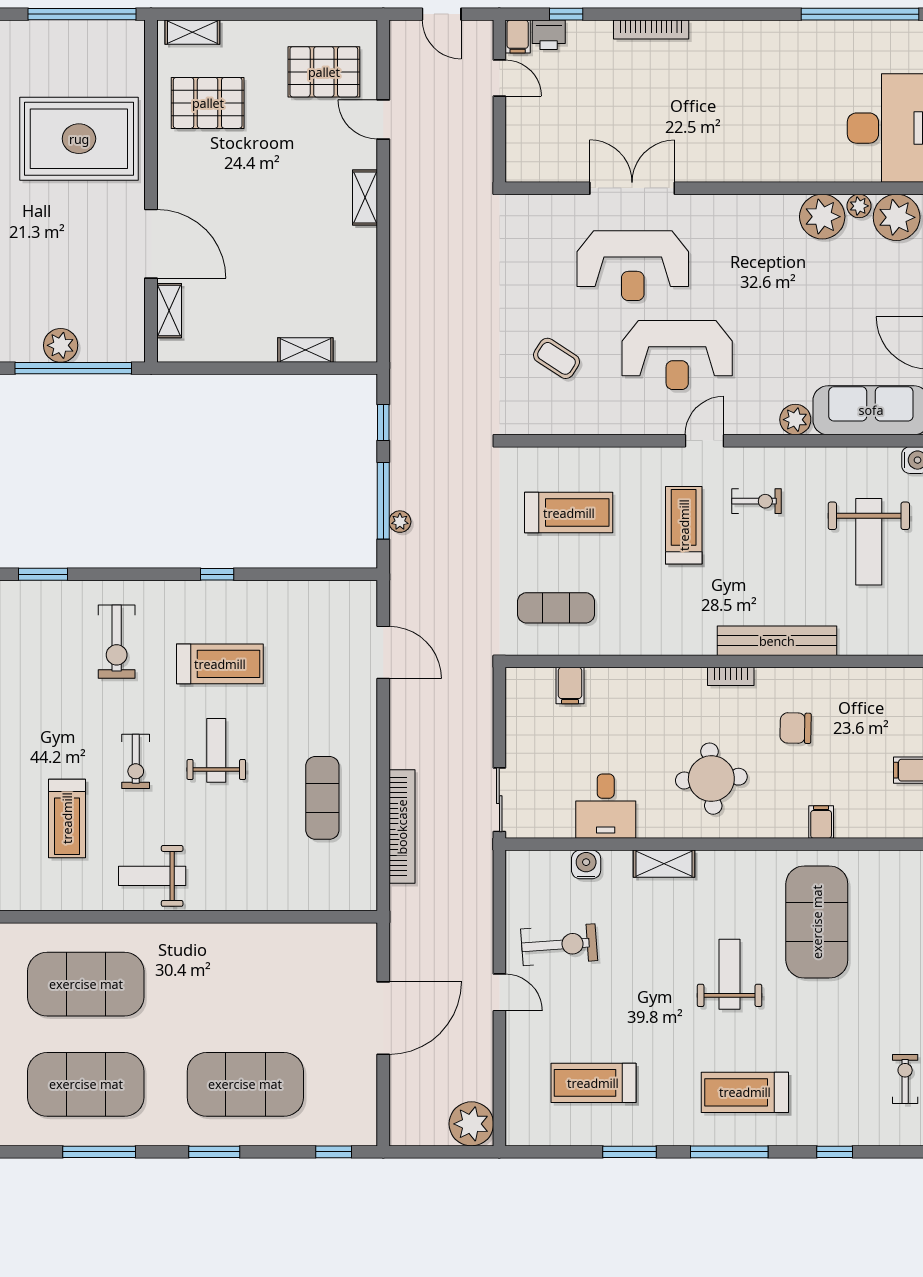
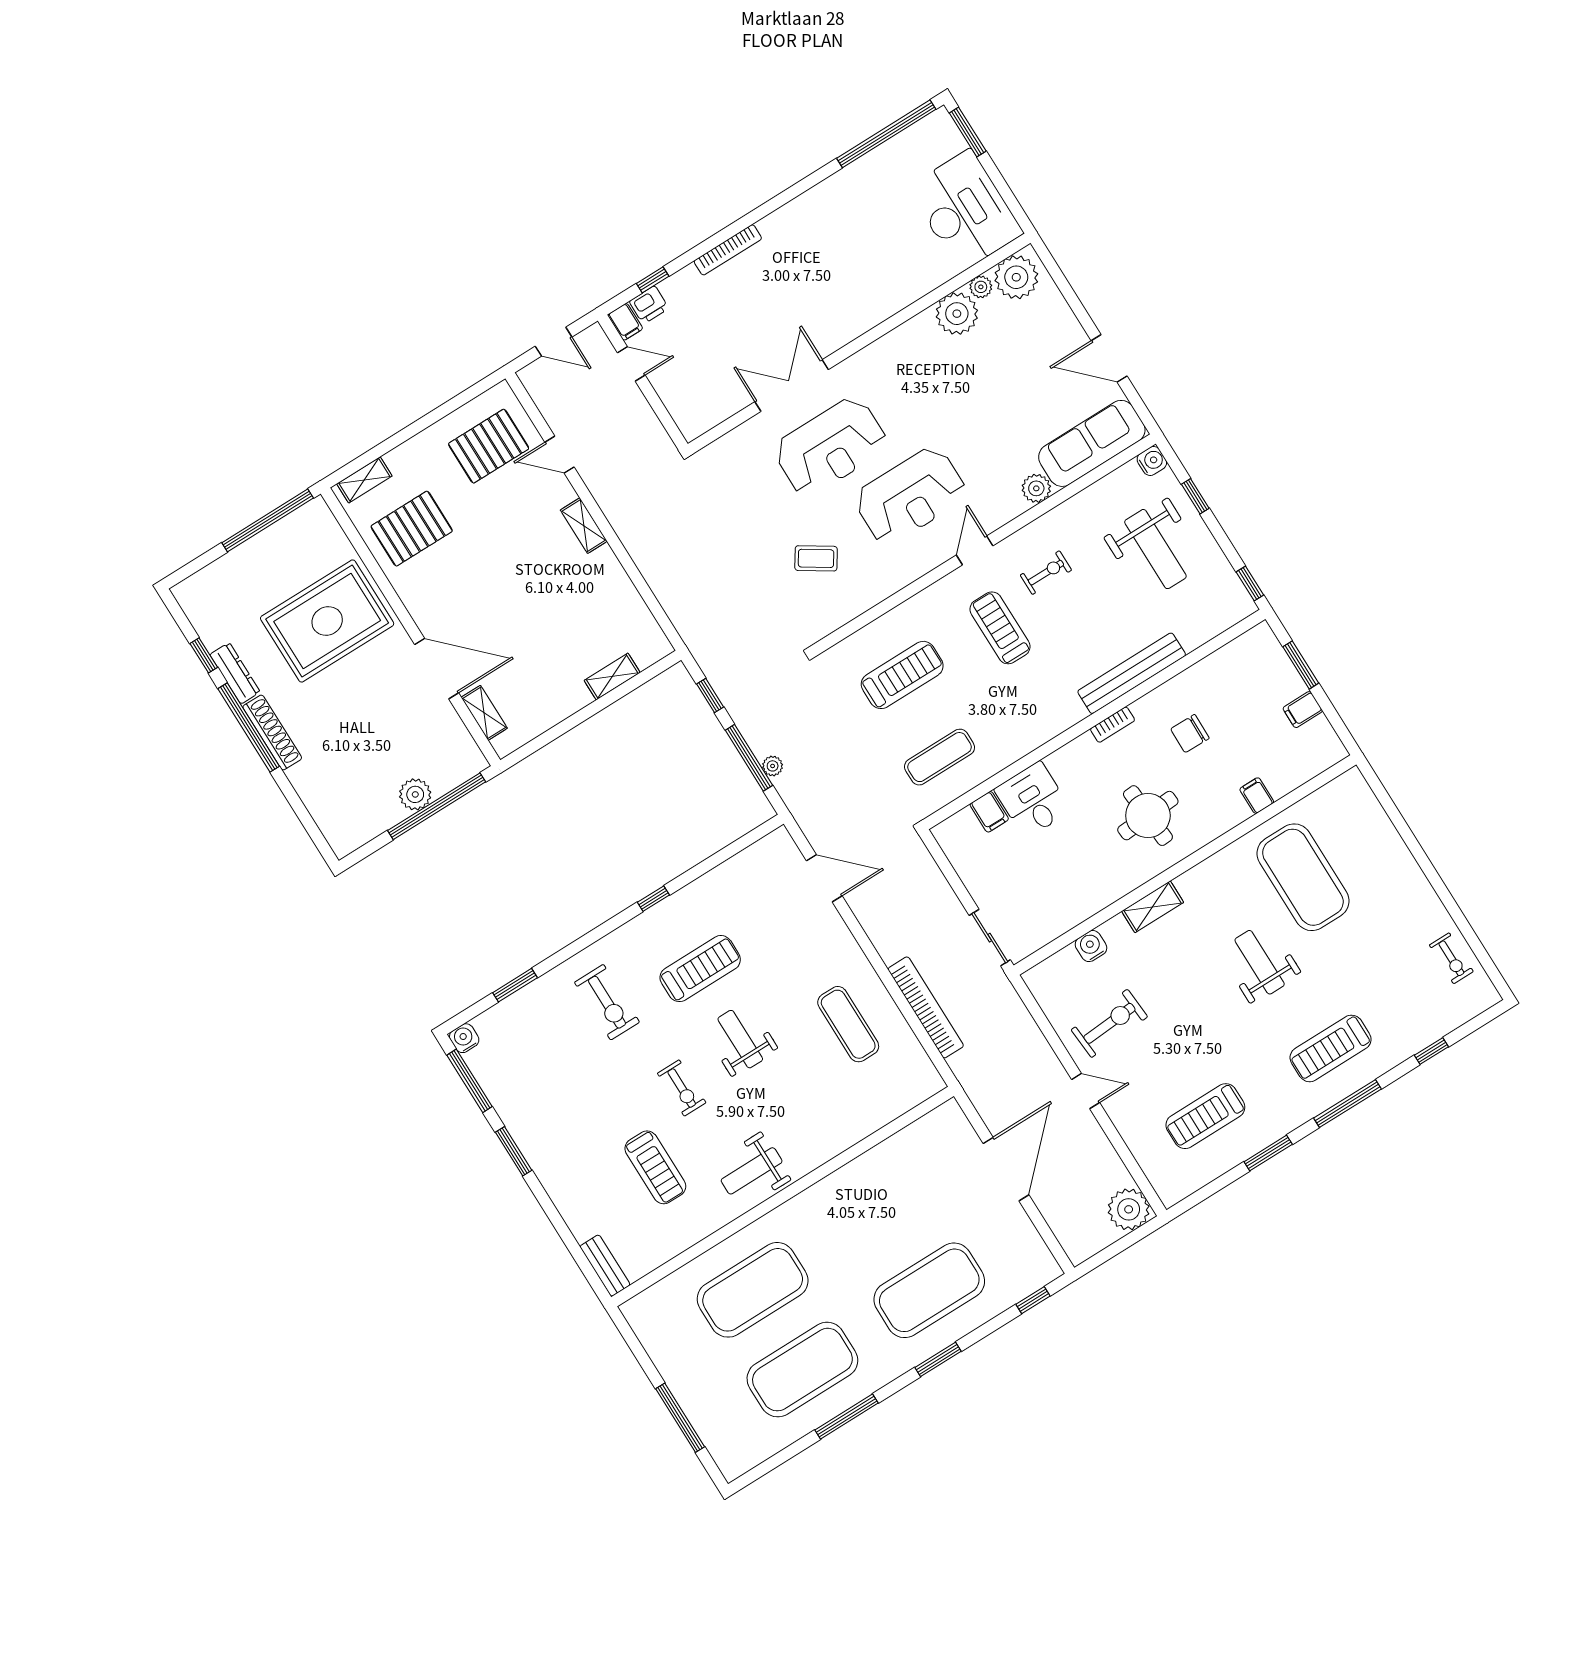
desk: (606, 806) -> (1033, 800), moved, turned 180
exercise bike: (905, 1079) -> (1451, 958), turned 180

